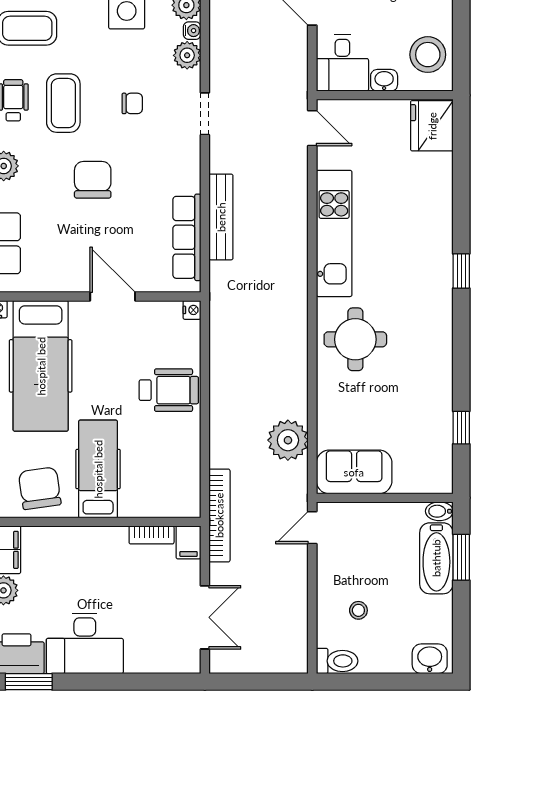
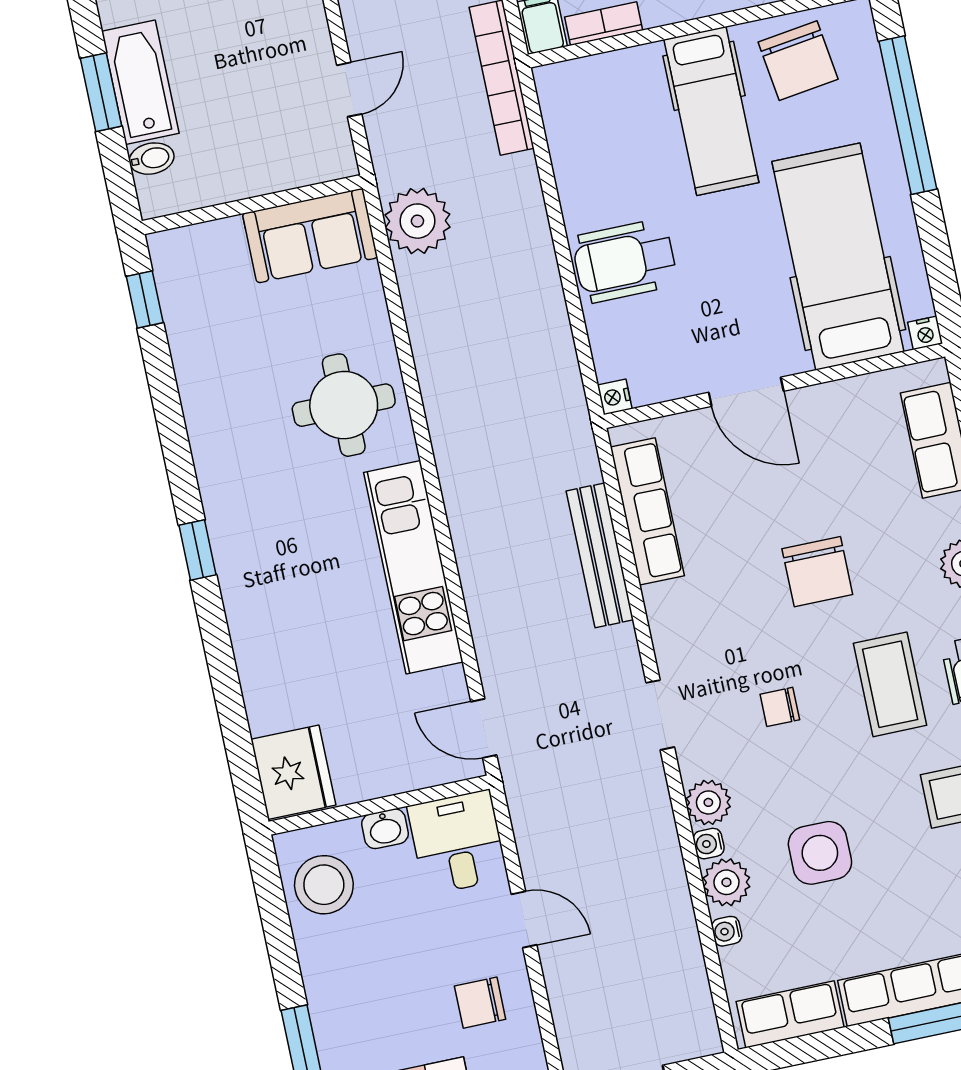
sofa: (354, 472) -> (310, 236), moved
wall: (385, 498) -> (252, 205), moved

